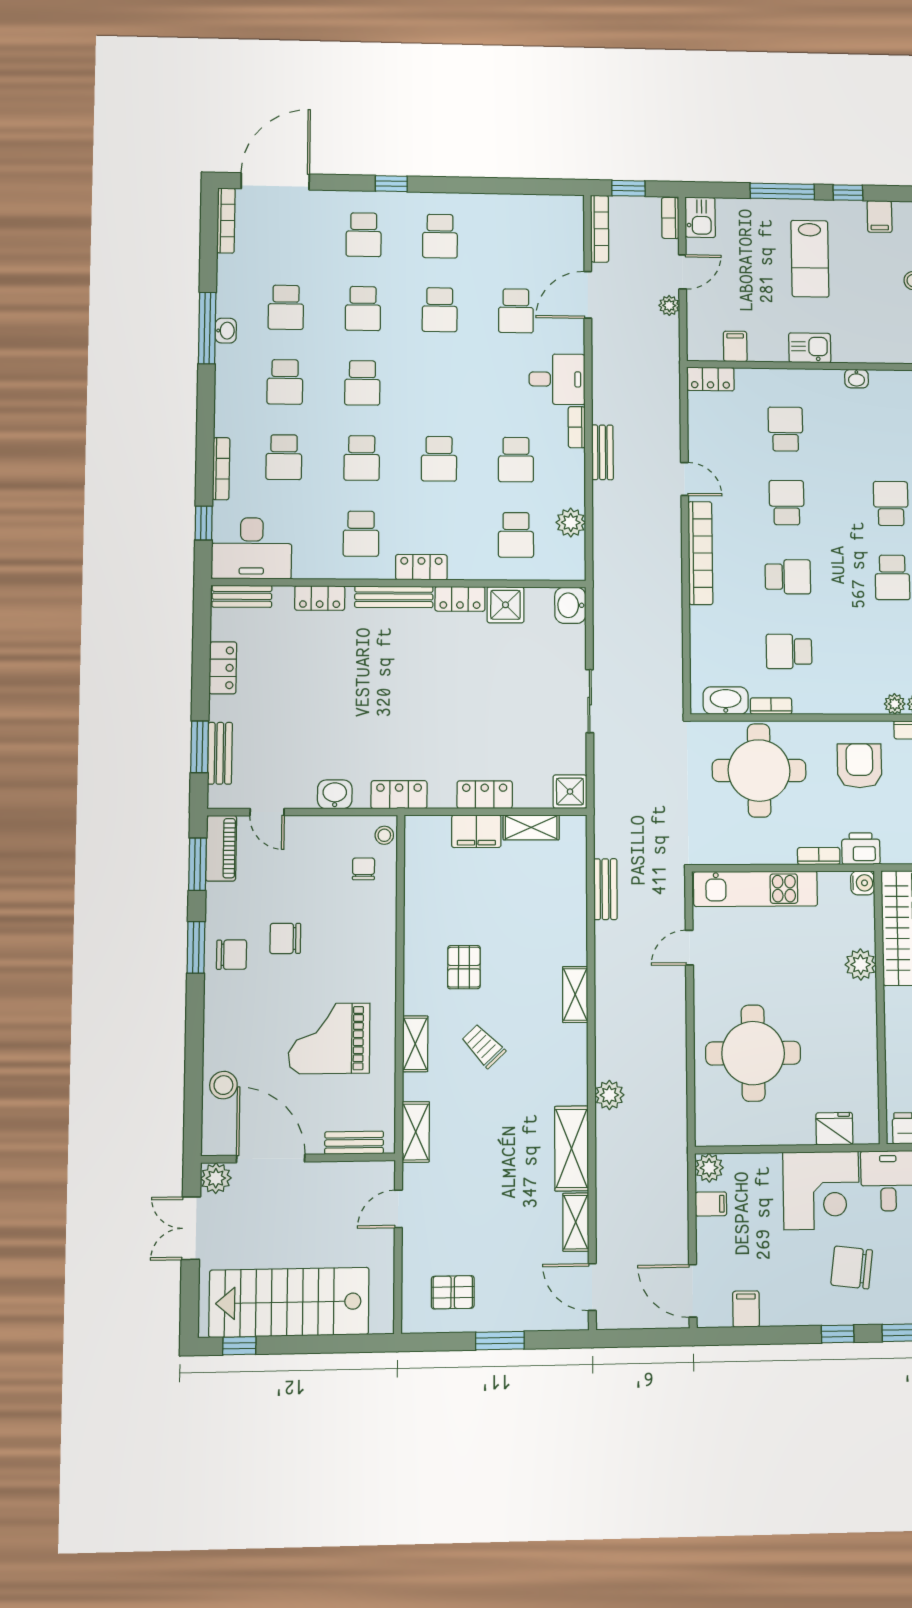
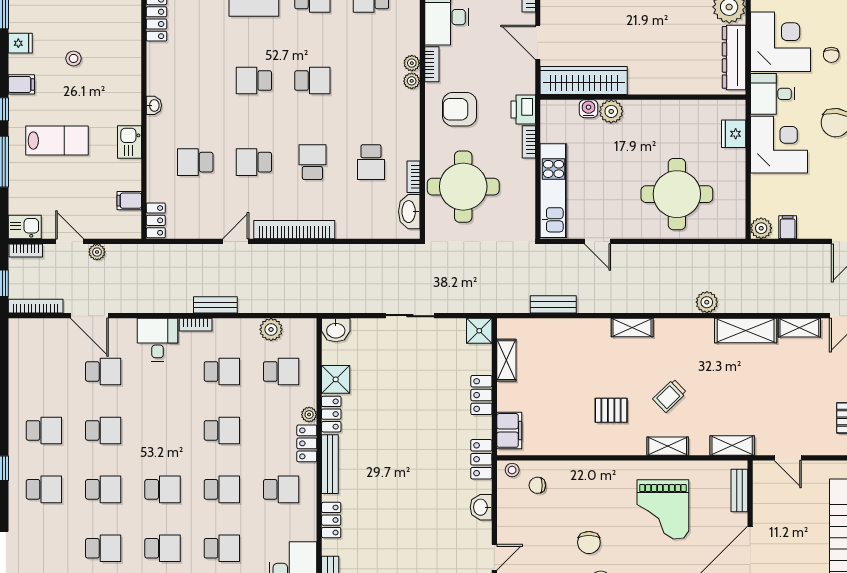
plant: (459, 570) -> (309, 415), added
filing cabinet: (476, 831) -> (509, 430), moved
water cooler: (863, 883) -> (588, 109), moved

